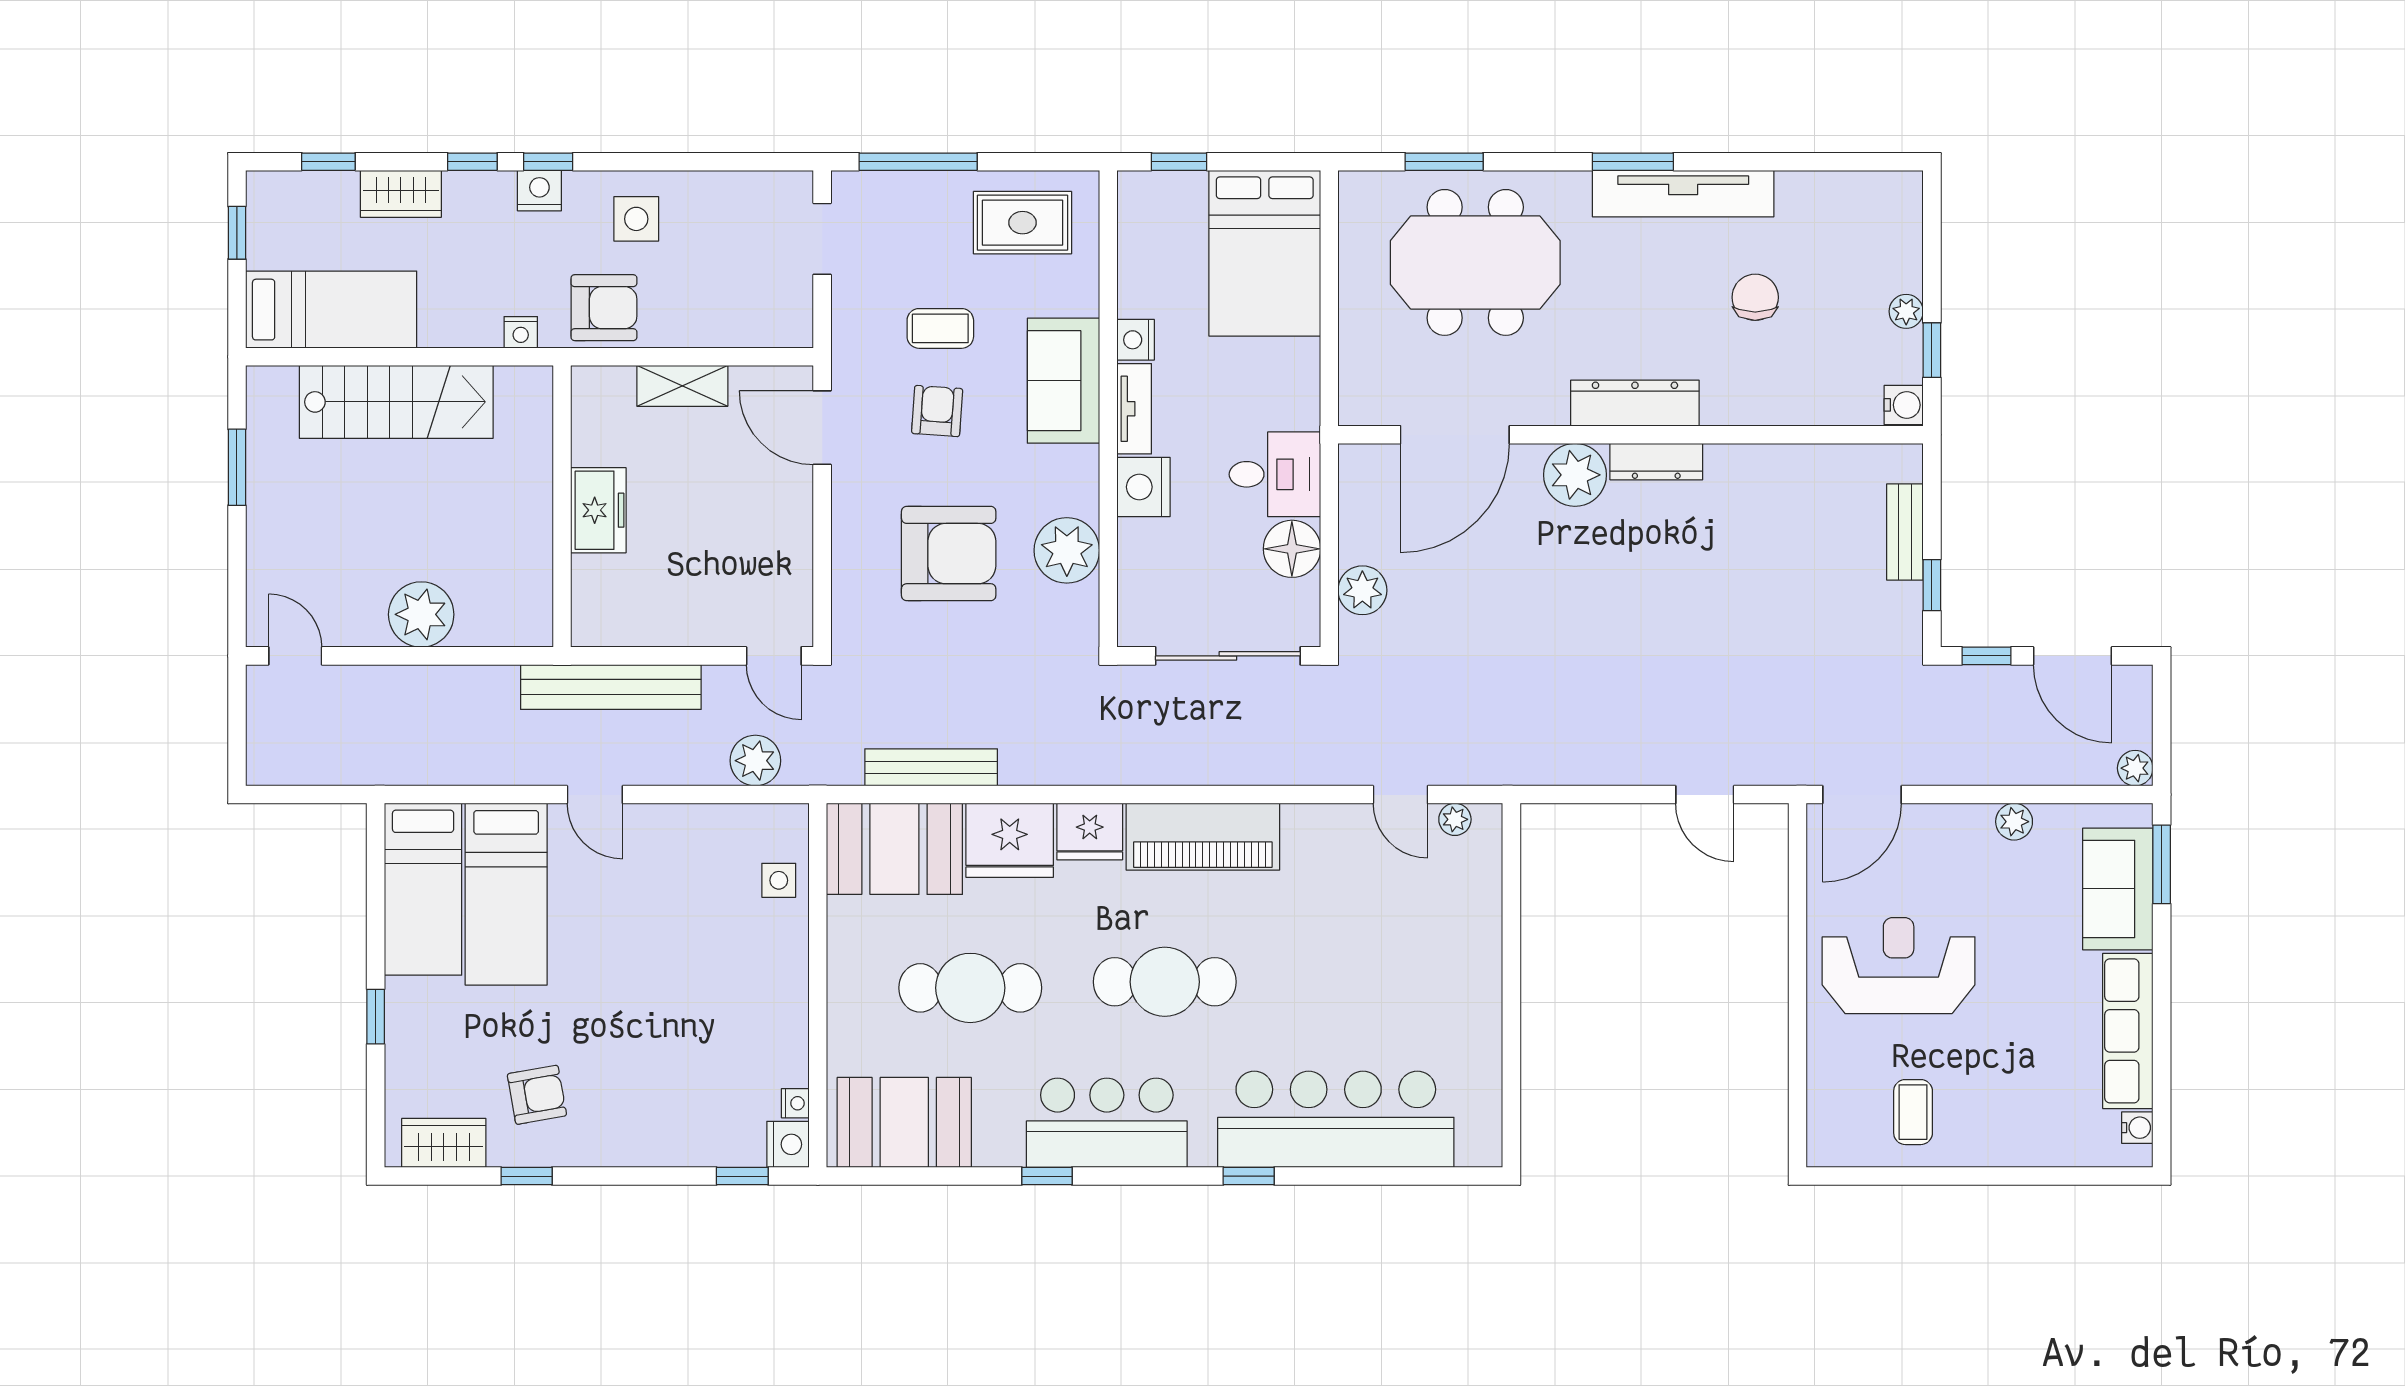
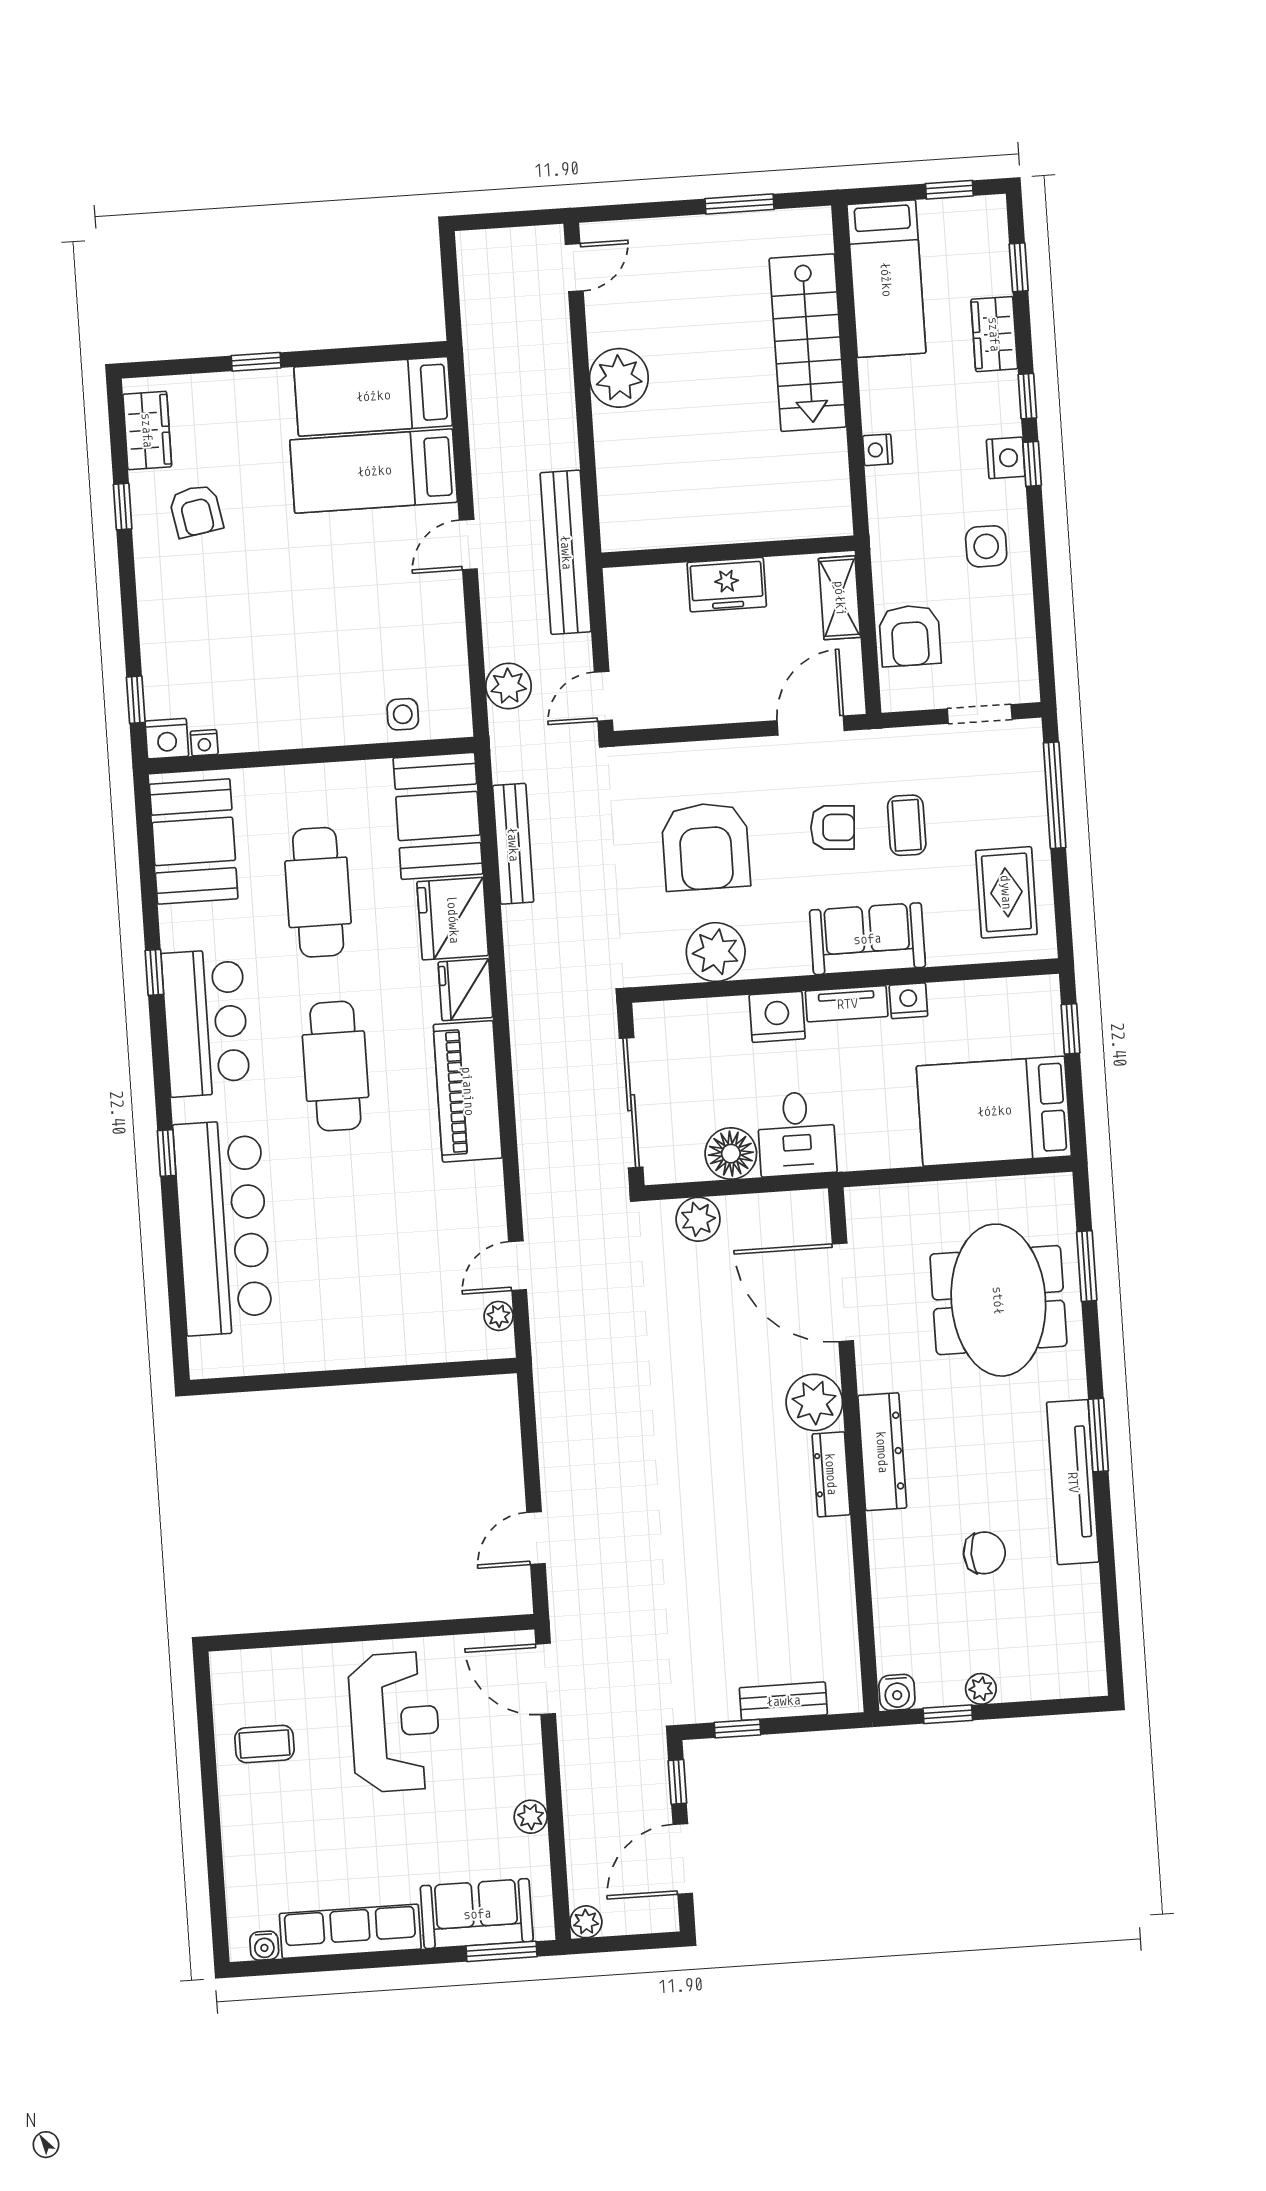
armchair: (604, 308) -> (910, 636), moved
wall: (562, 506) -> (728, 552), moved
freezer: (598, 510) -> (727, 585), moved

